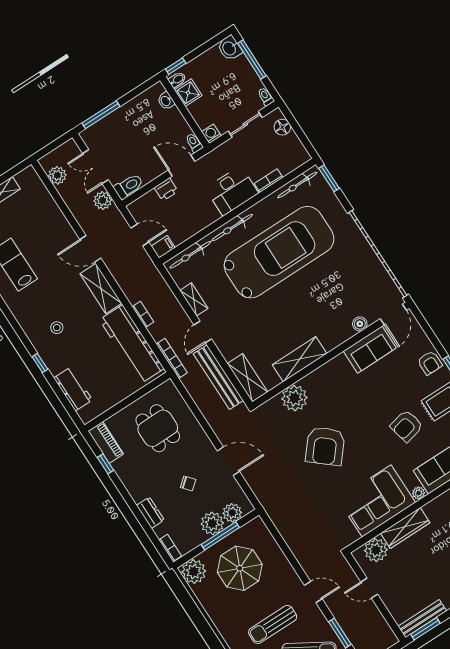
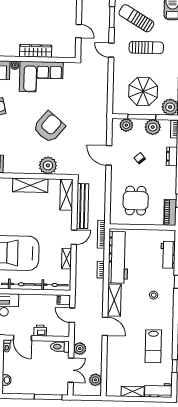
plant: (212, 523) -> (153, 127), moved
plant: (376, 550) -> (60, 50), removed

